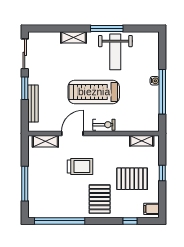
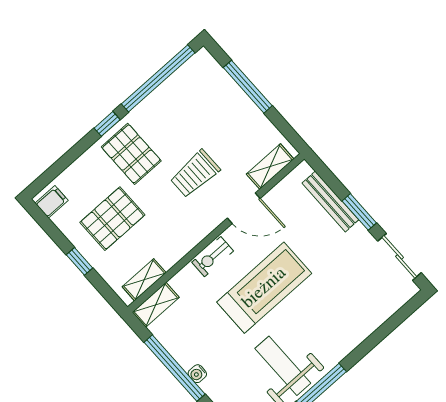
shelving: (74, 37) -> (156, 305), moved
door: (72, 133) -> (244, 208), hinge flipped
window: (130, 221) -> (107, 124), moved

